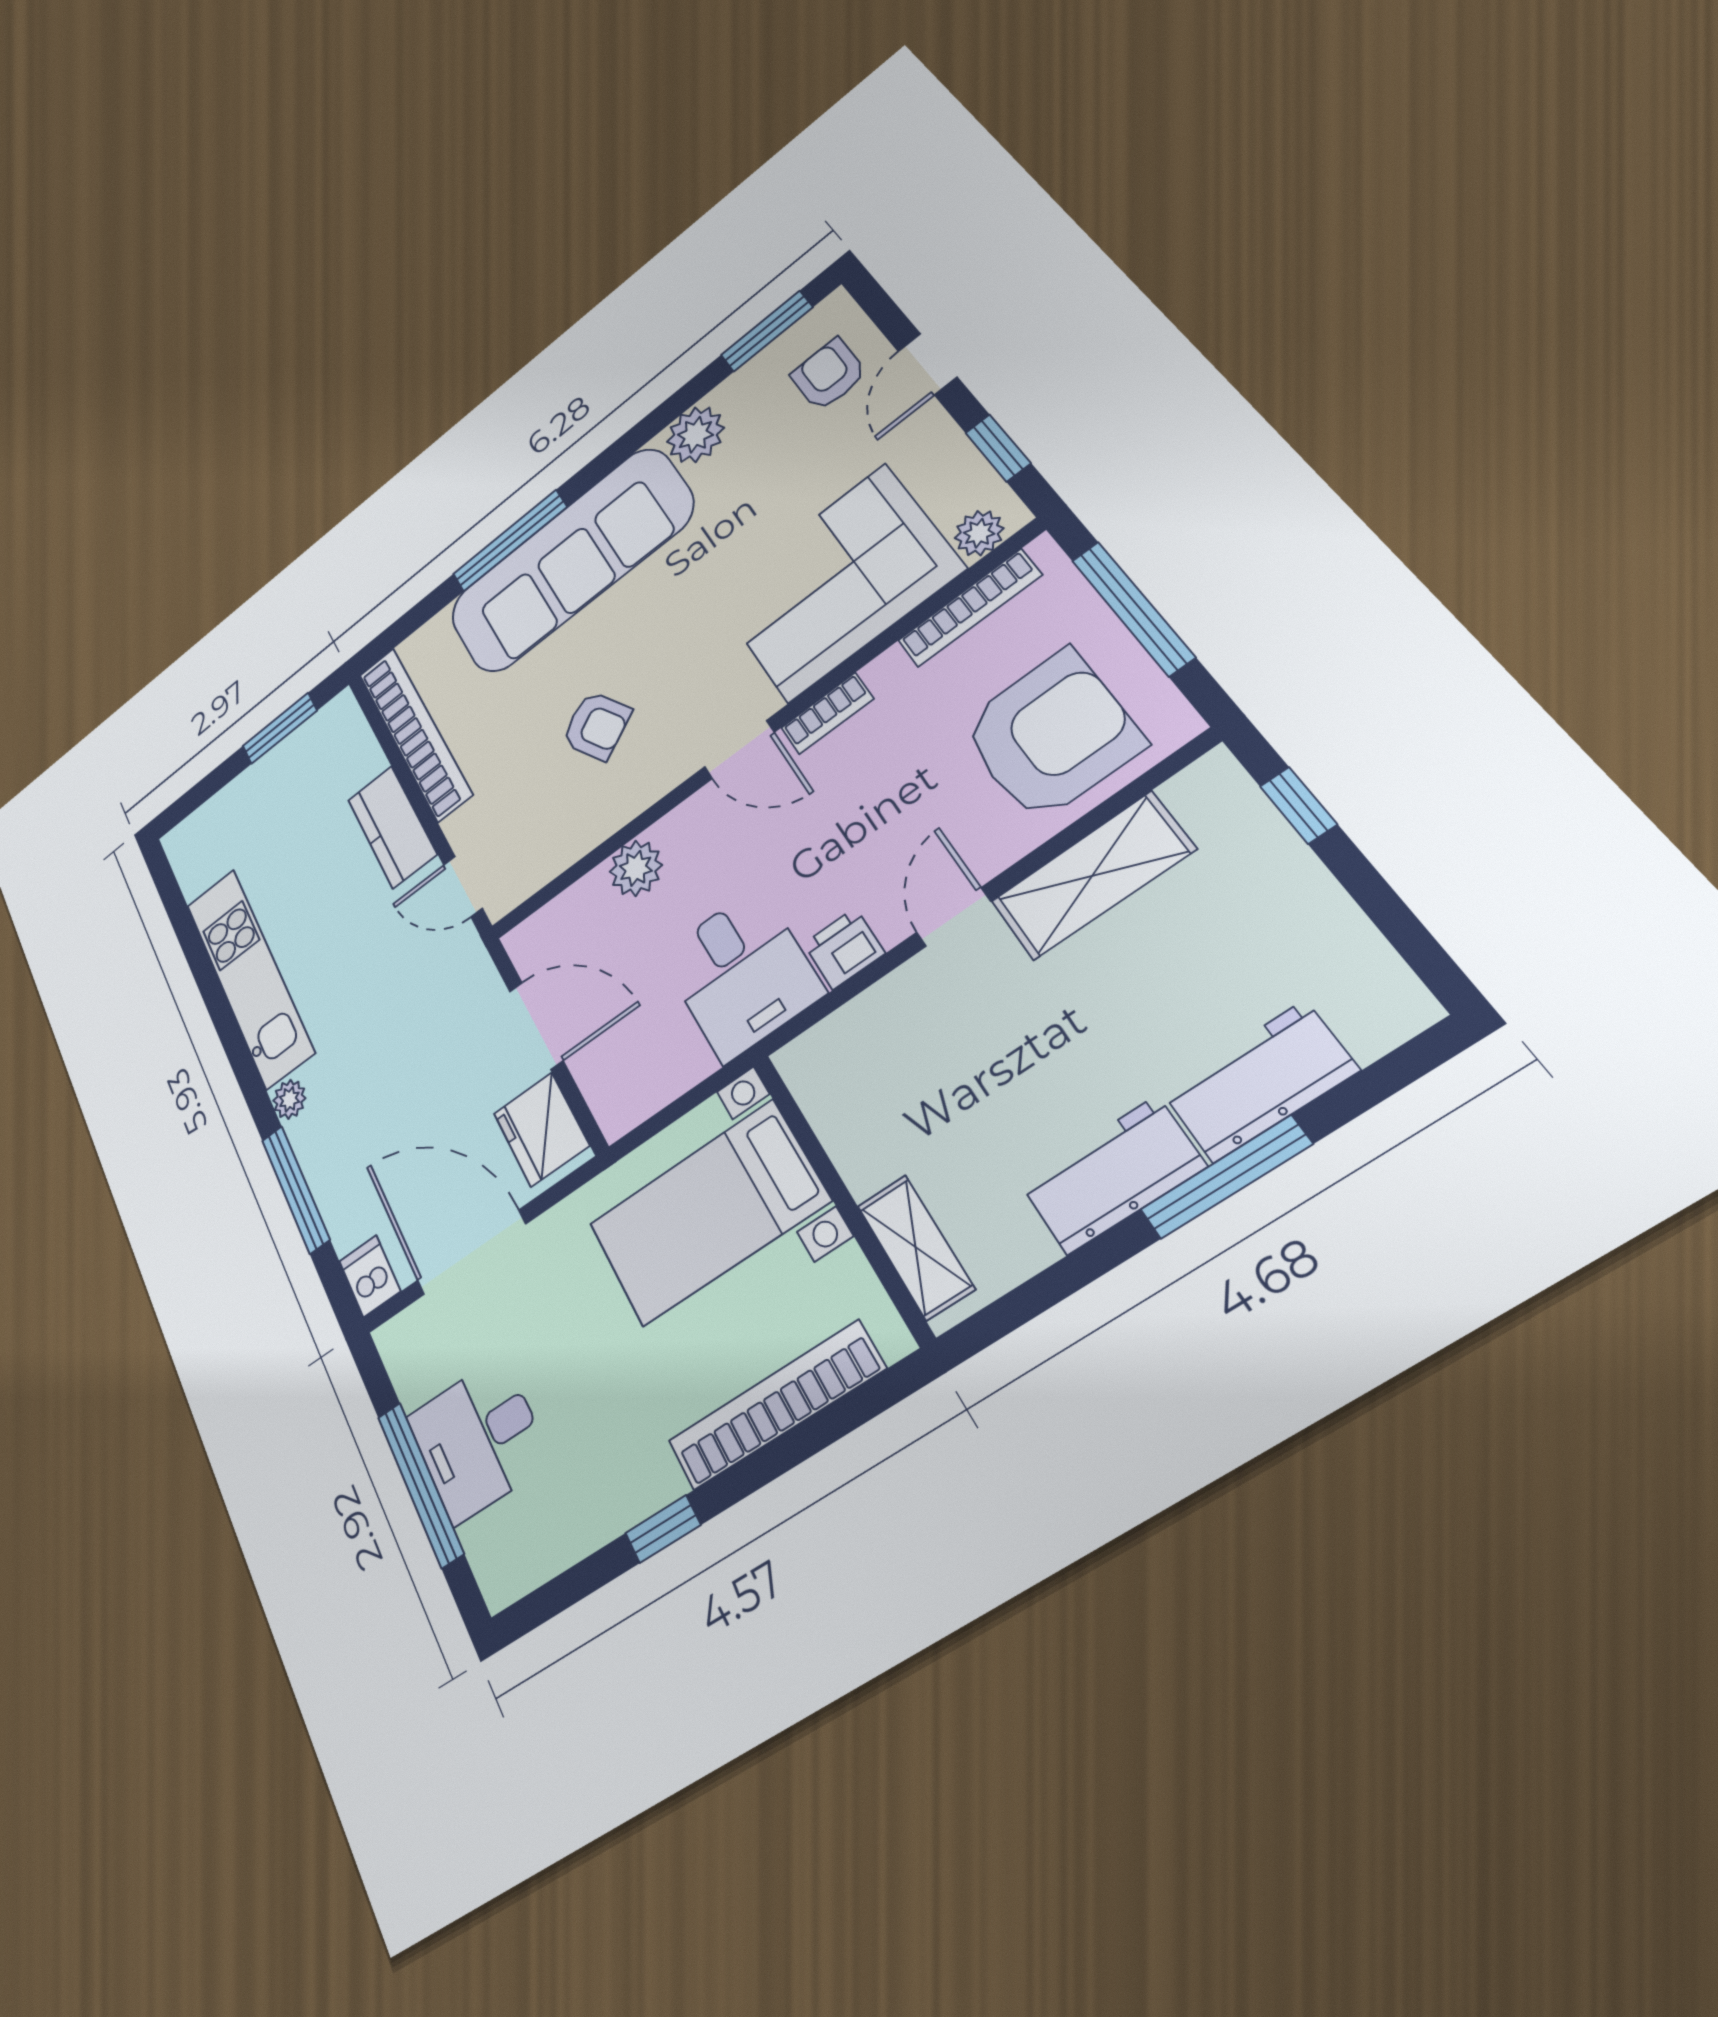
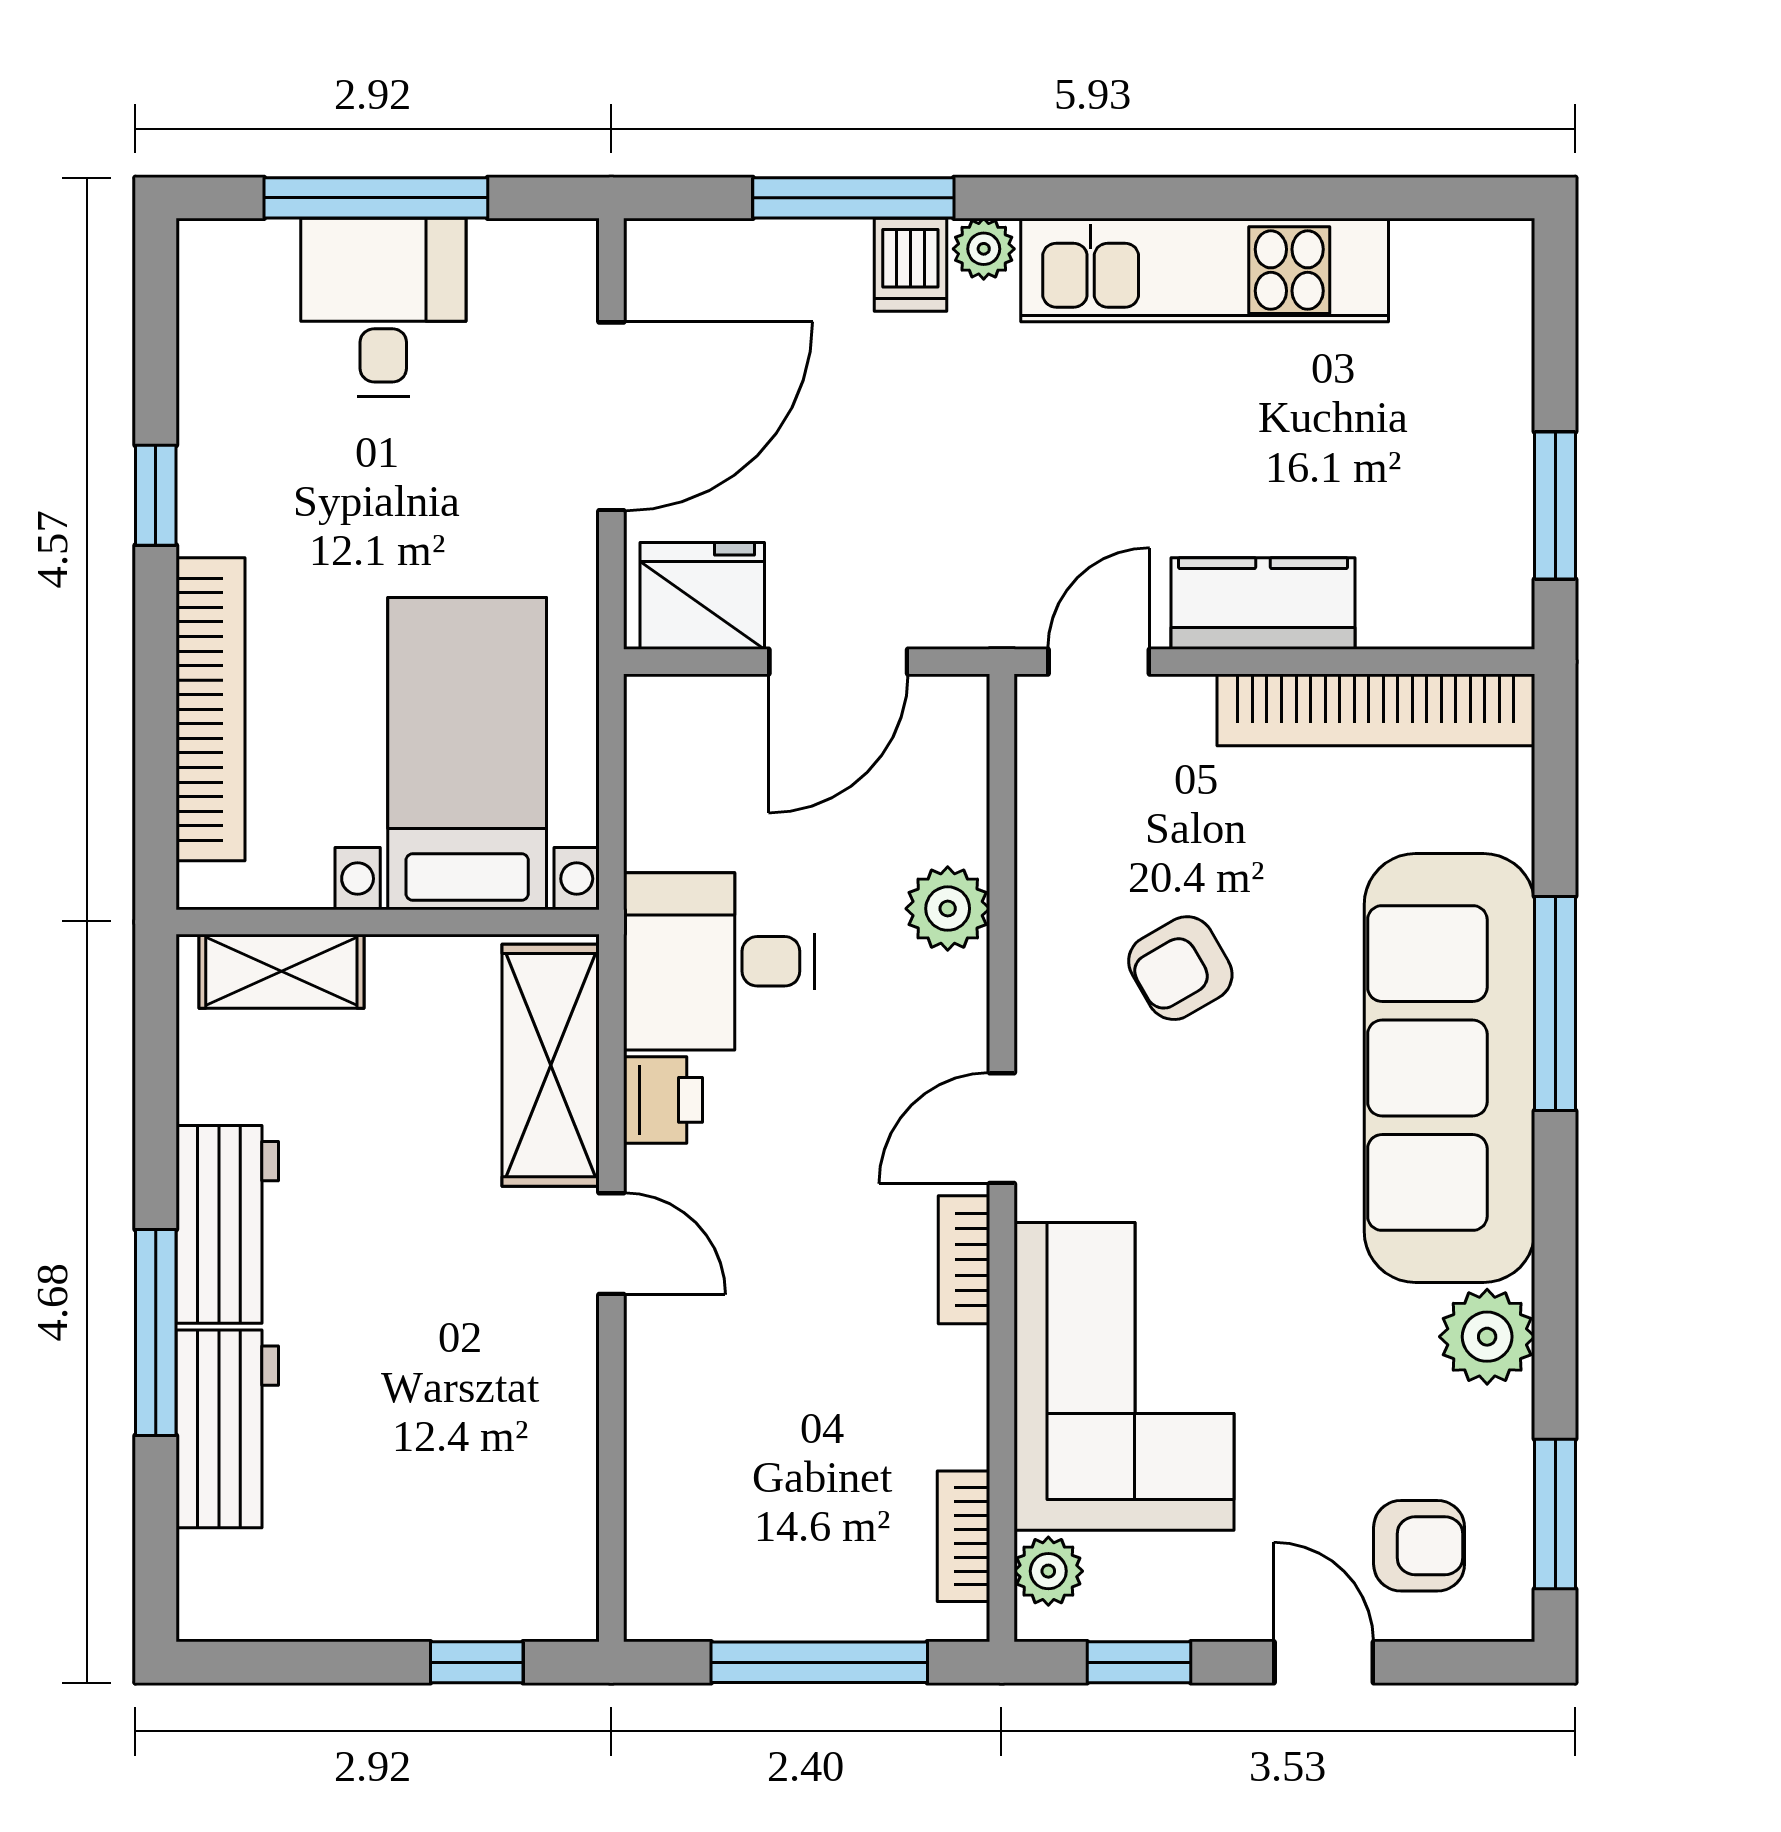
bookcase: (969, 608) -> (964, 1536), width x0.64
armchair: (1051, 735) -> (740, 1482), removed
shelving: (1092, 876) -> (551, 1065), moved
dishwasher: (370, 1276) -> (910, 265), moved, turned 90

